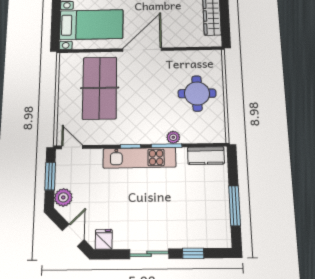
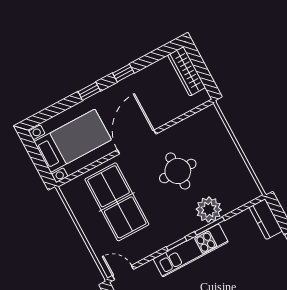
round table: (197, 93) -> (178, 171), moved
plant: (173, 137) -> (209, 210), width x1.87, depth x1.87
kitchen counter: (206, 156) -> (266, 219), moved, turned 90

